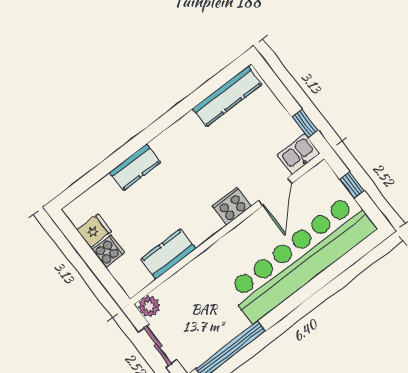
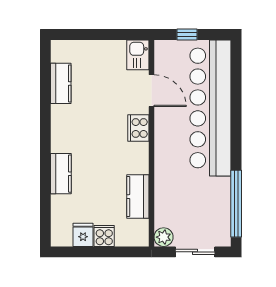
kitchen counter: (227, 96) -> (61, 83), width x0.67
window: (305, 123) -> (120, 34), removed

